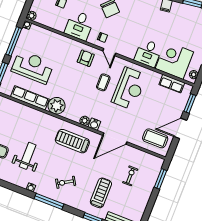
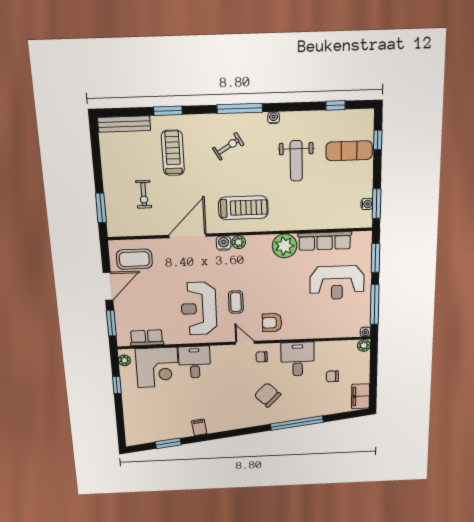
armchair: (86, 58) -> (272, 323), turned 90
treadmill: (101, 193) -> (173, 153), turned 180

